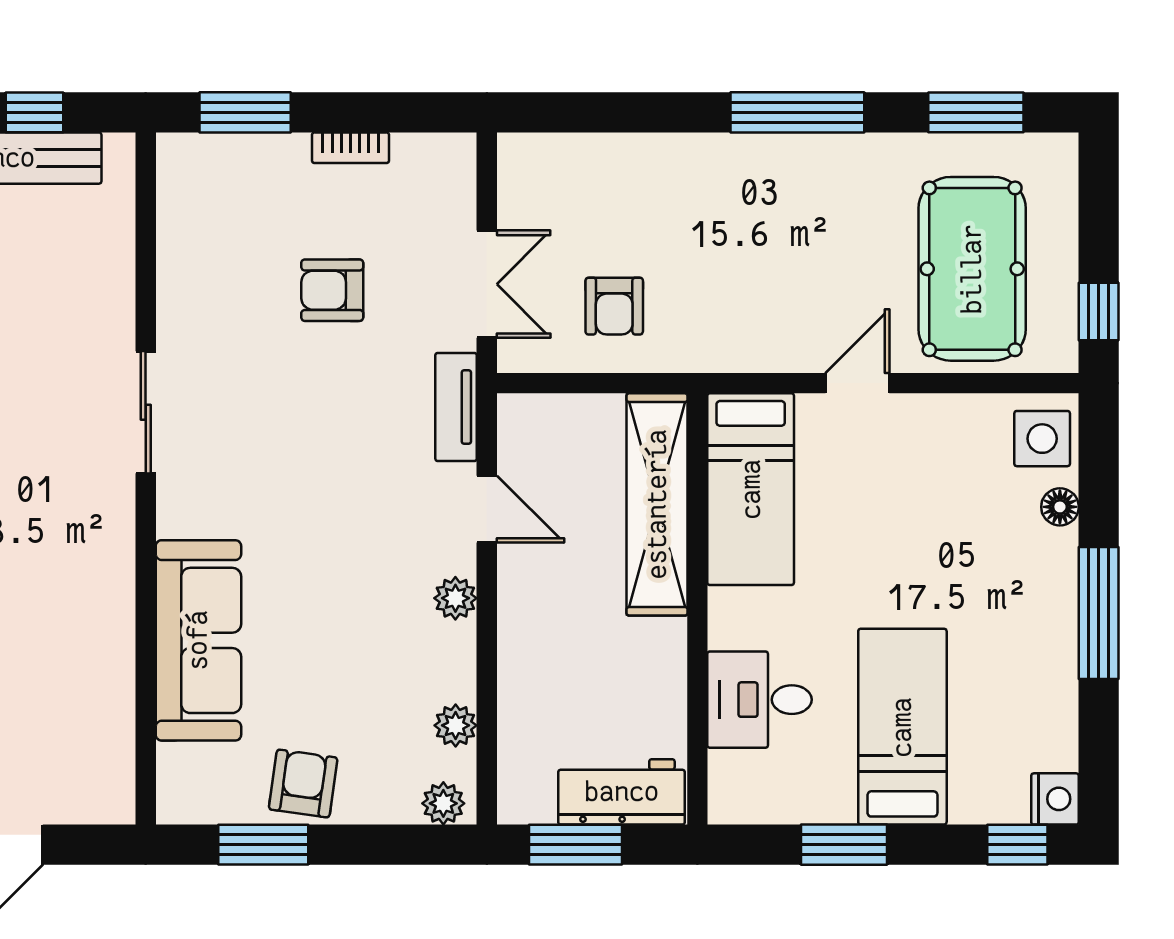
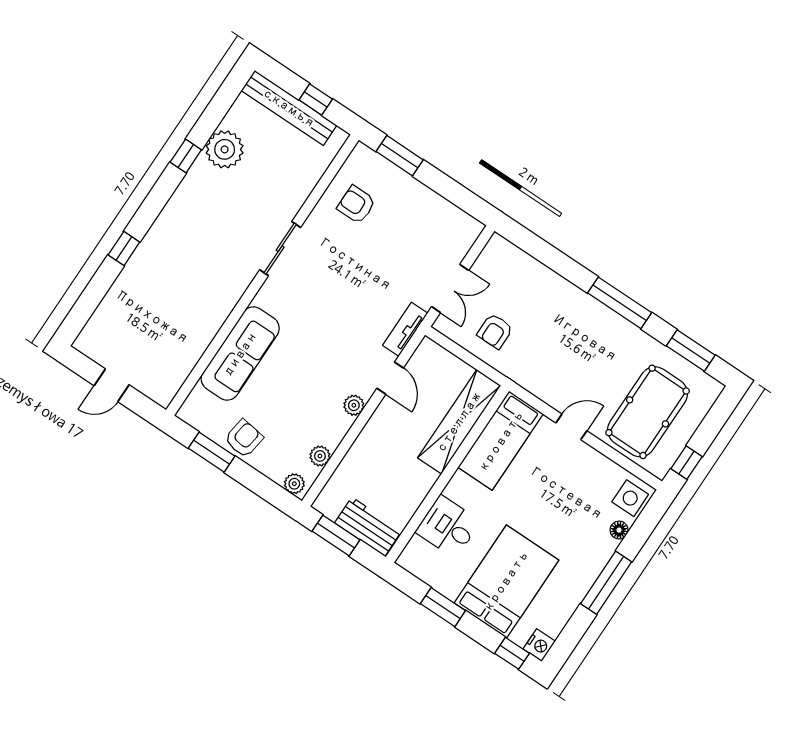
bookcase: (351, 148) -> (432, 198), removed
armchair: (332, 290) -> (356, 205), moved
bed: (902, 727) -> (506, 581), width x1.50

